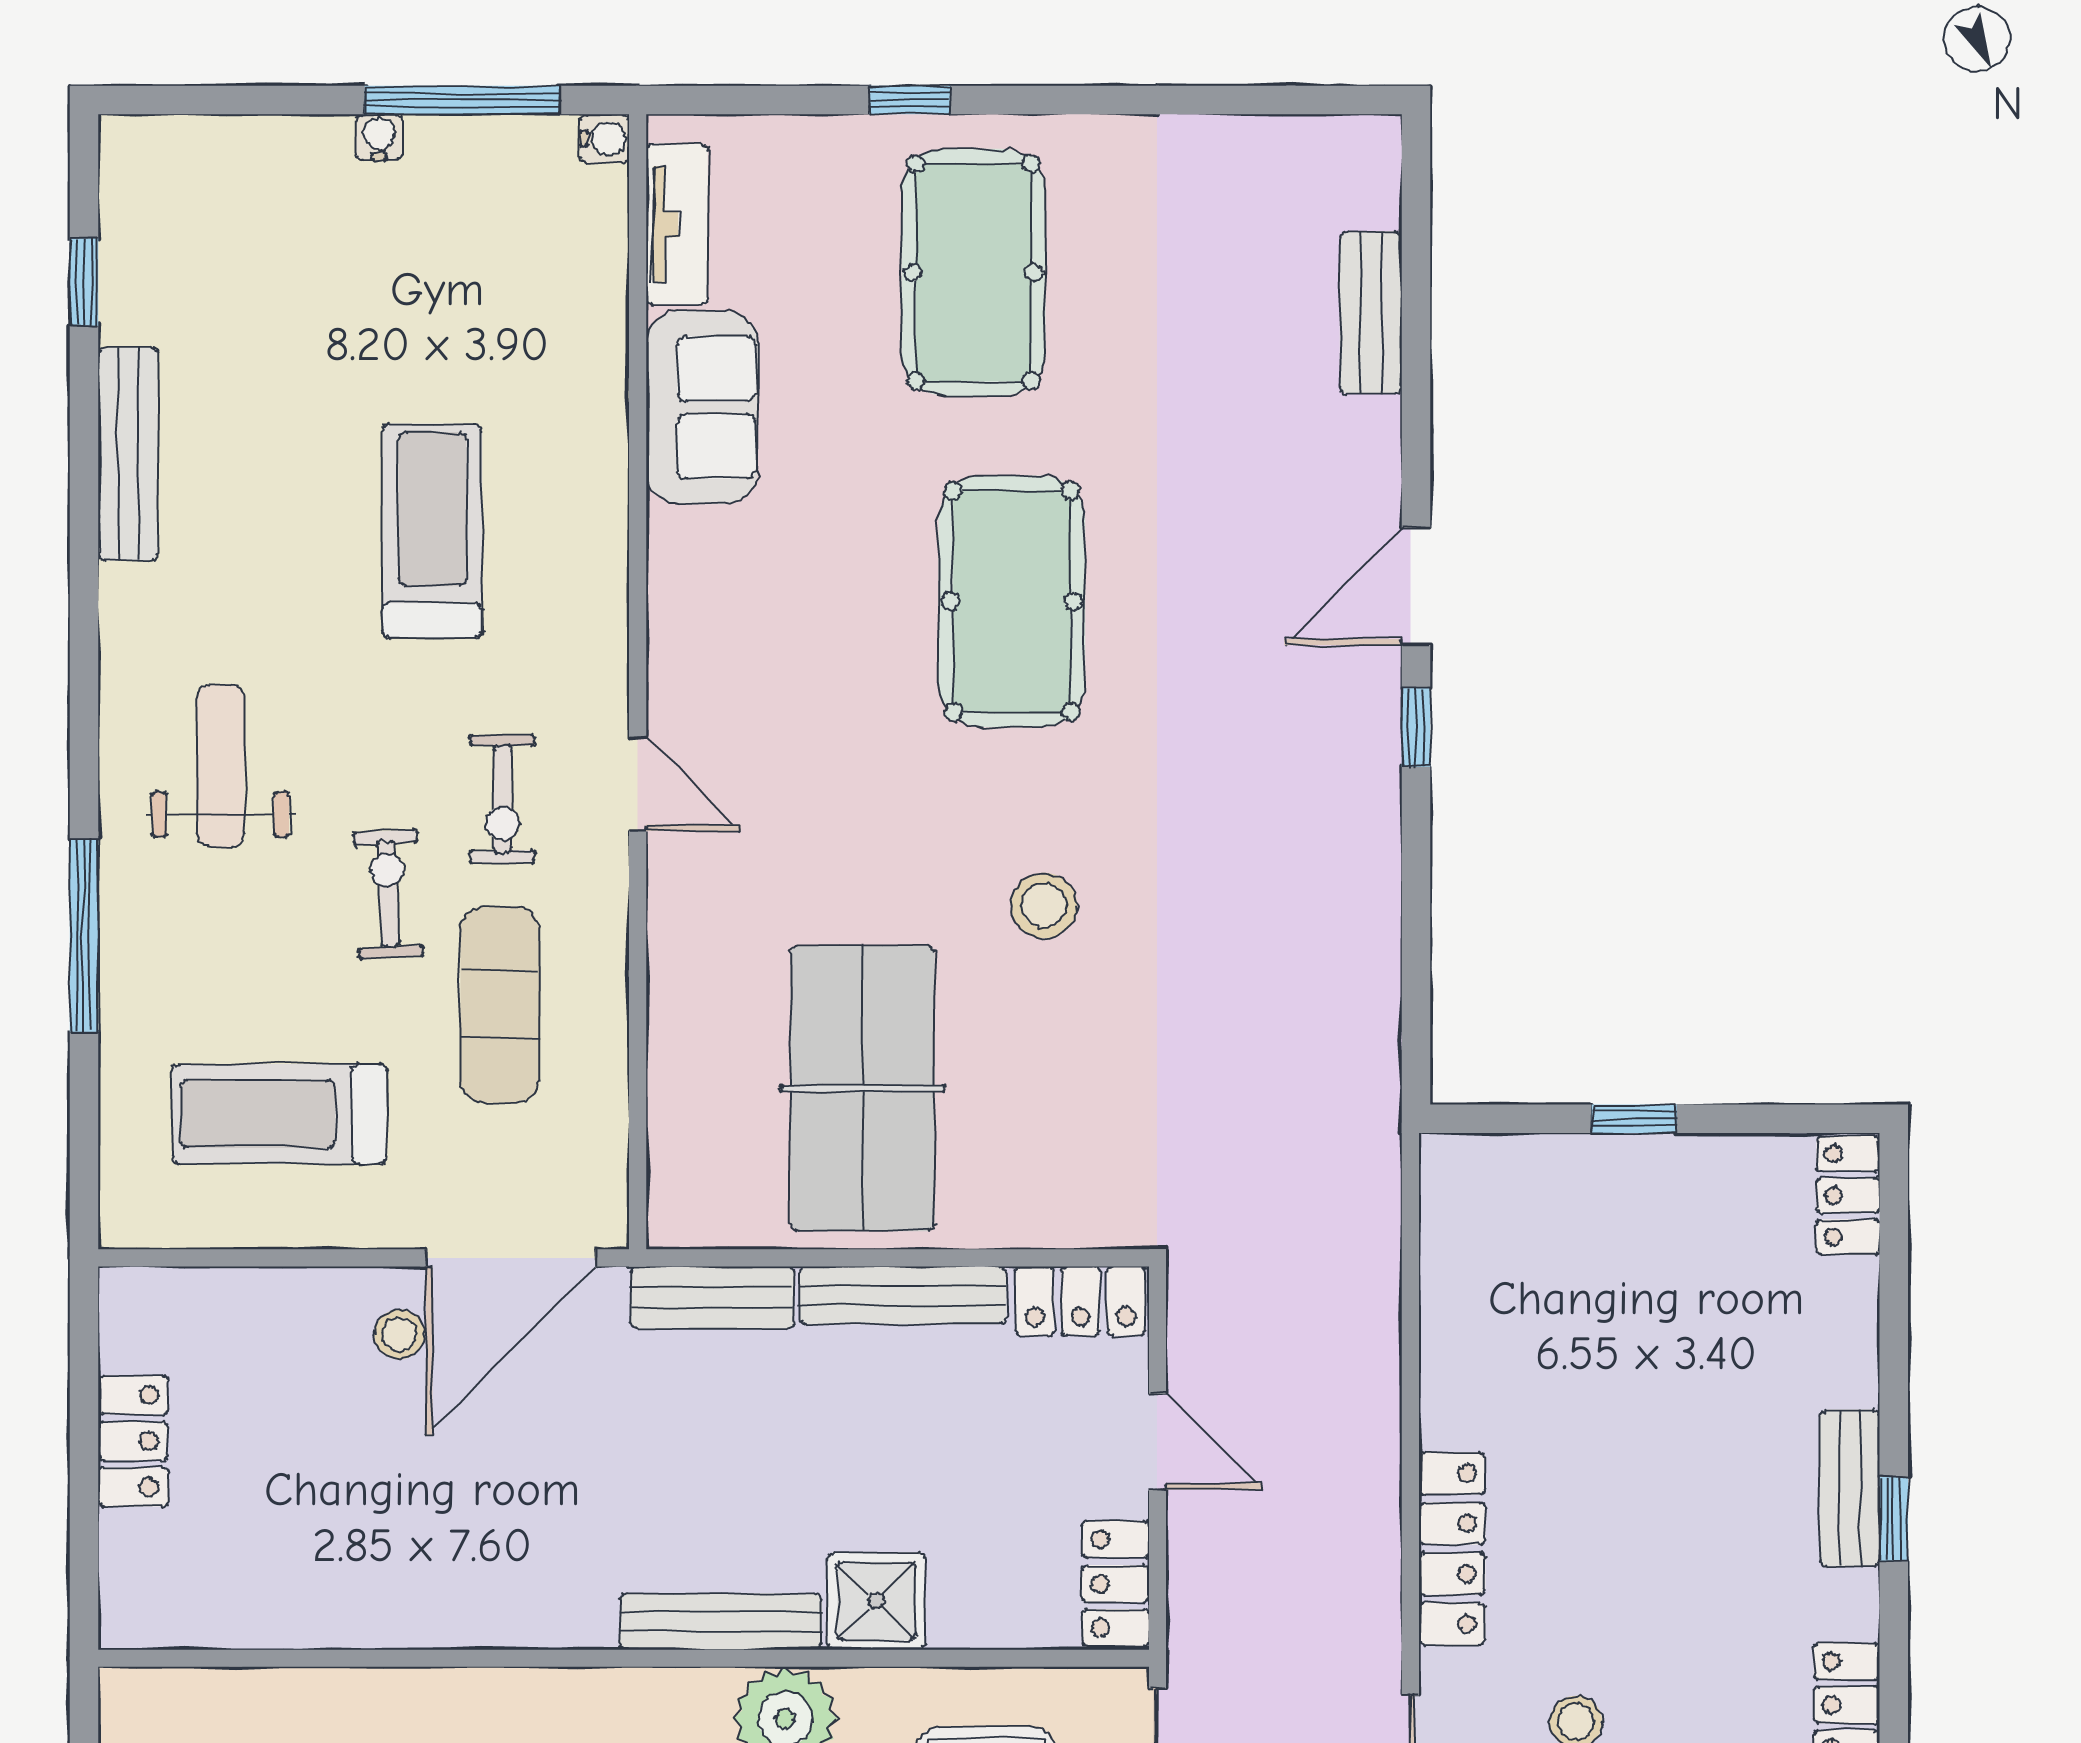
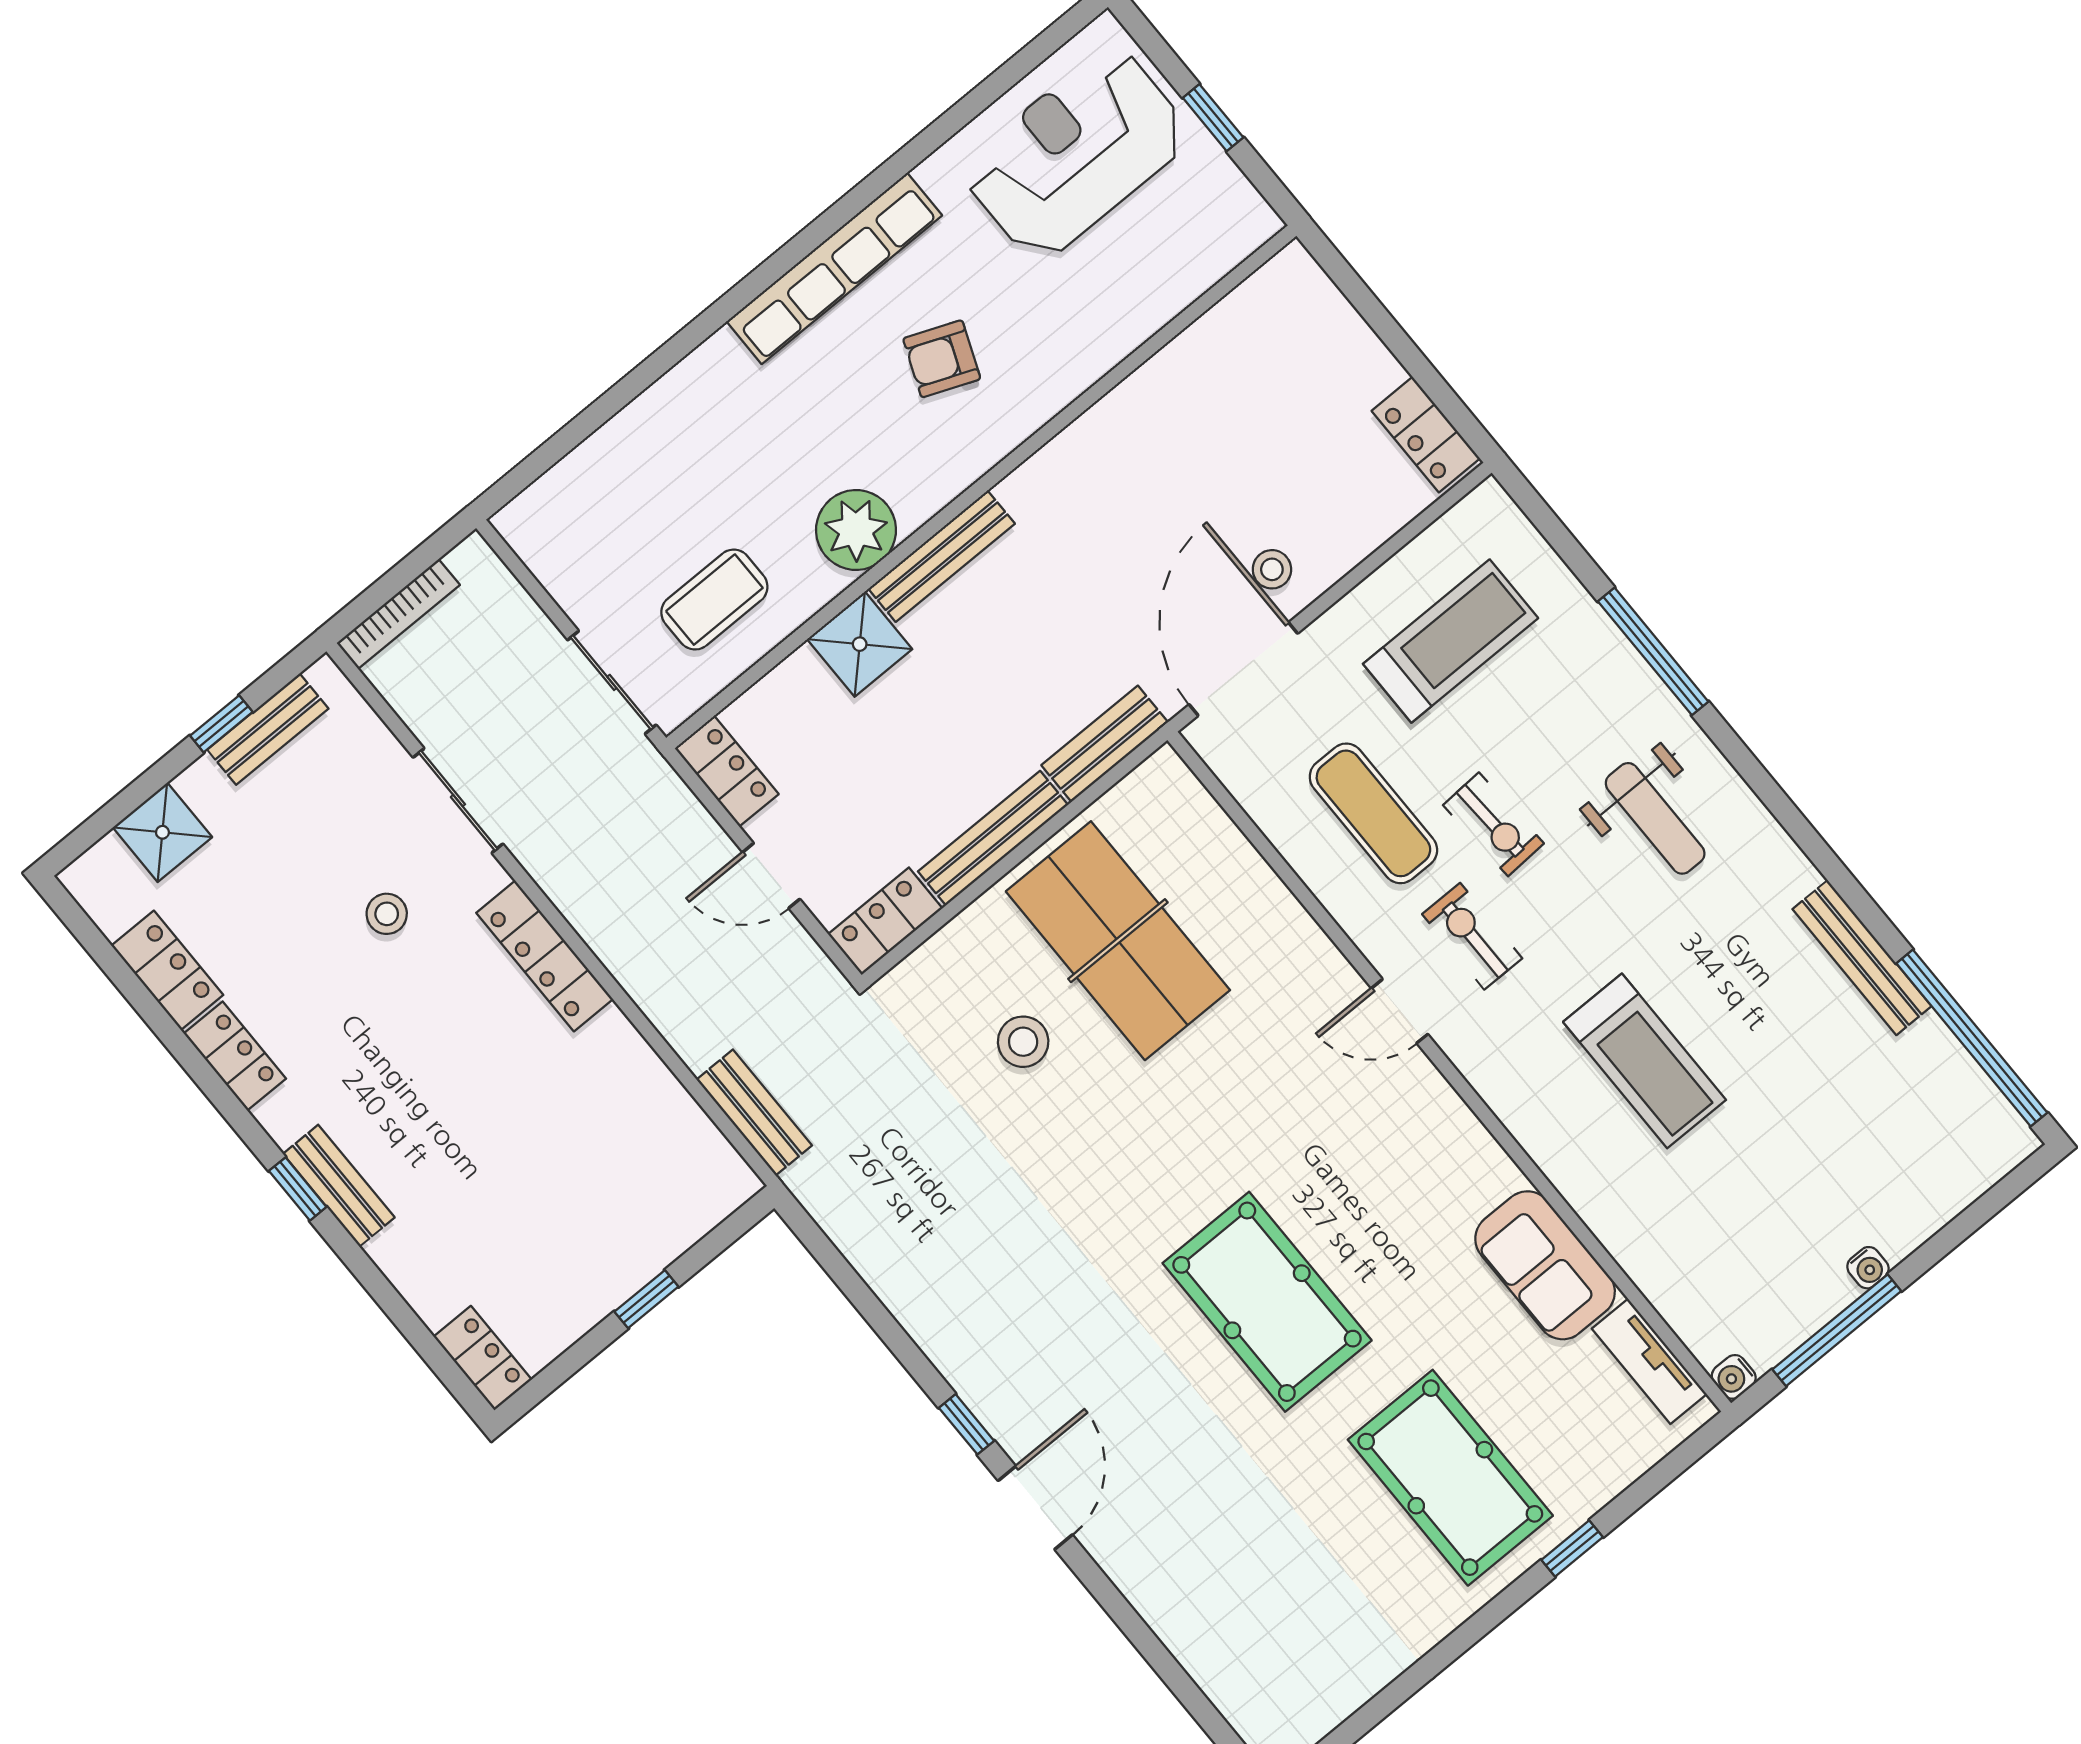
window: (84, 282) -> (1972, 1038), width x3.17
bench: (1371, 313) -> (754, 1112), moved
stool: (1044, 906) -> (1023, 1042), moved
locker: (133, 1441) -> (1426, 435), moved

